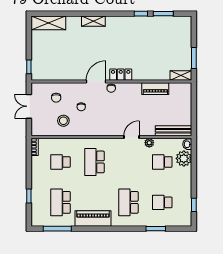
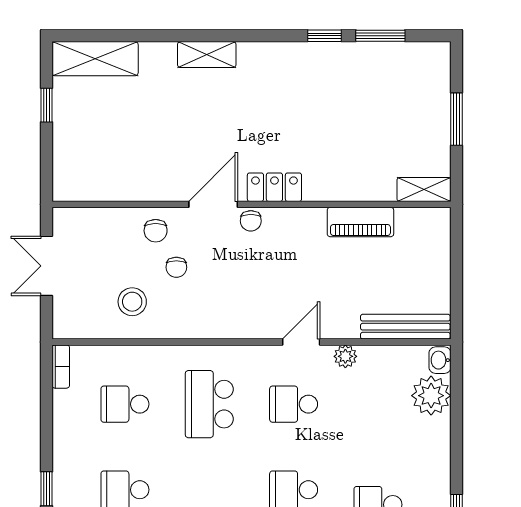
window: (194, 58) -> (456, 119), moved
window: (29, 67) -> (46, 105), moved
chair: (56, 98) -> (156, 231), moved
school desk: (162, 162) -> (294, 404), moved

